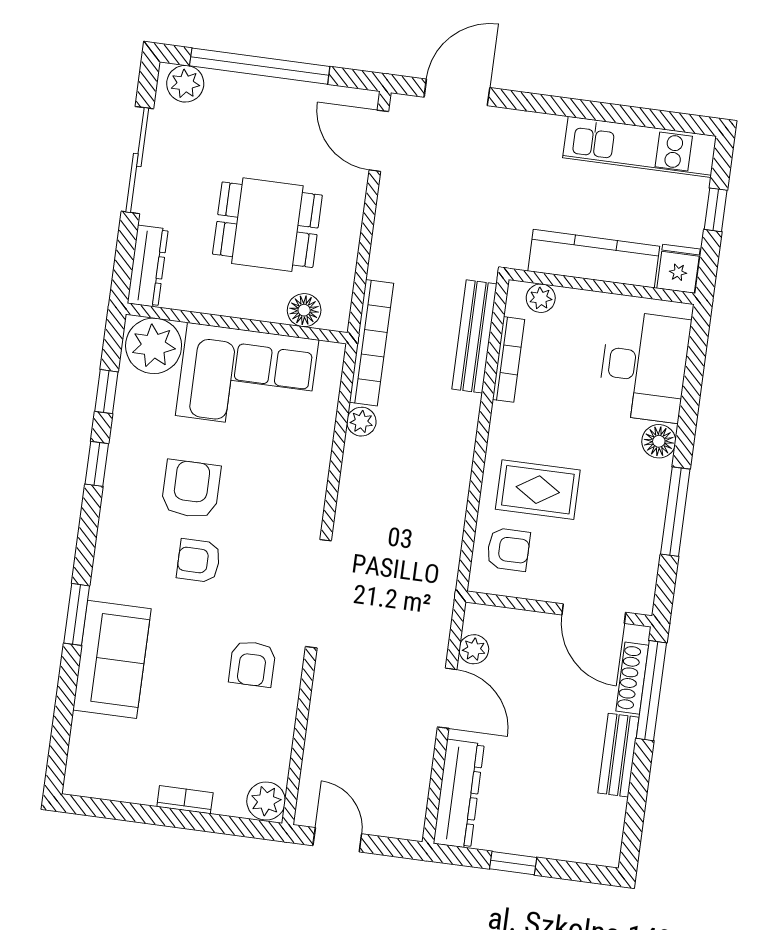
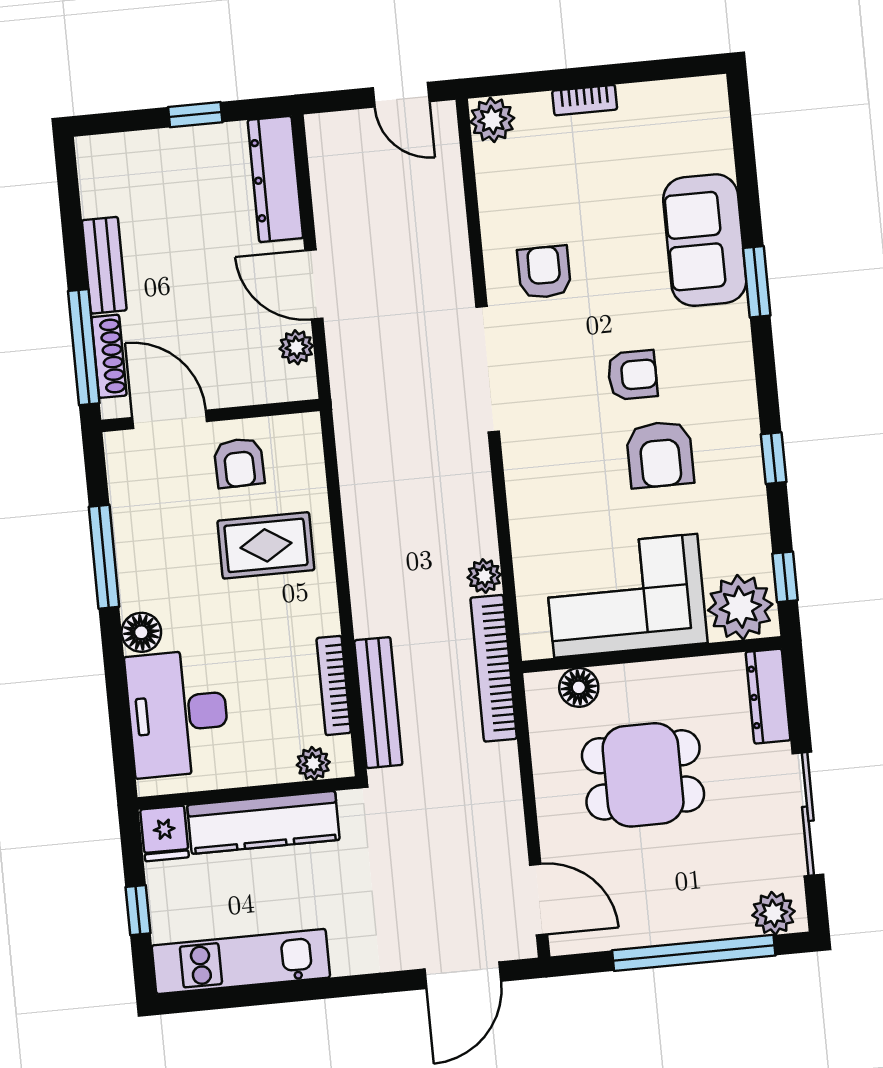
window: (106, 392) -> (785, 577), moved
armchair: (508, 549) -> (239, 463), moved, turned -91

